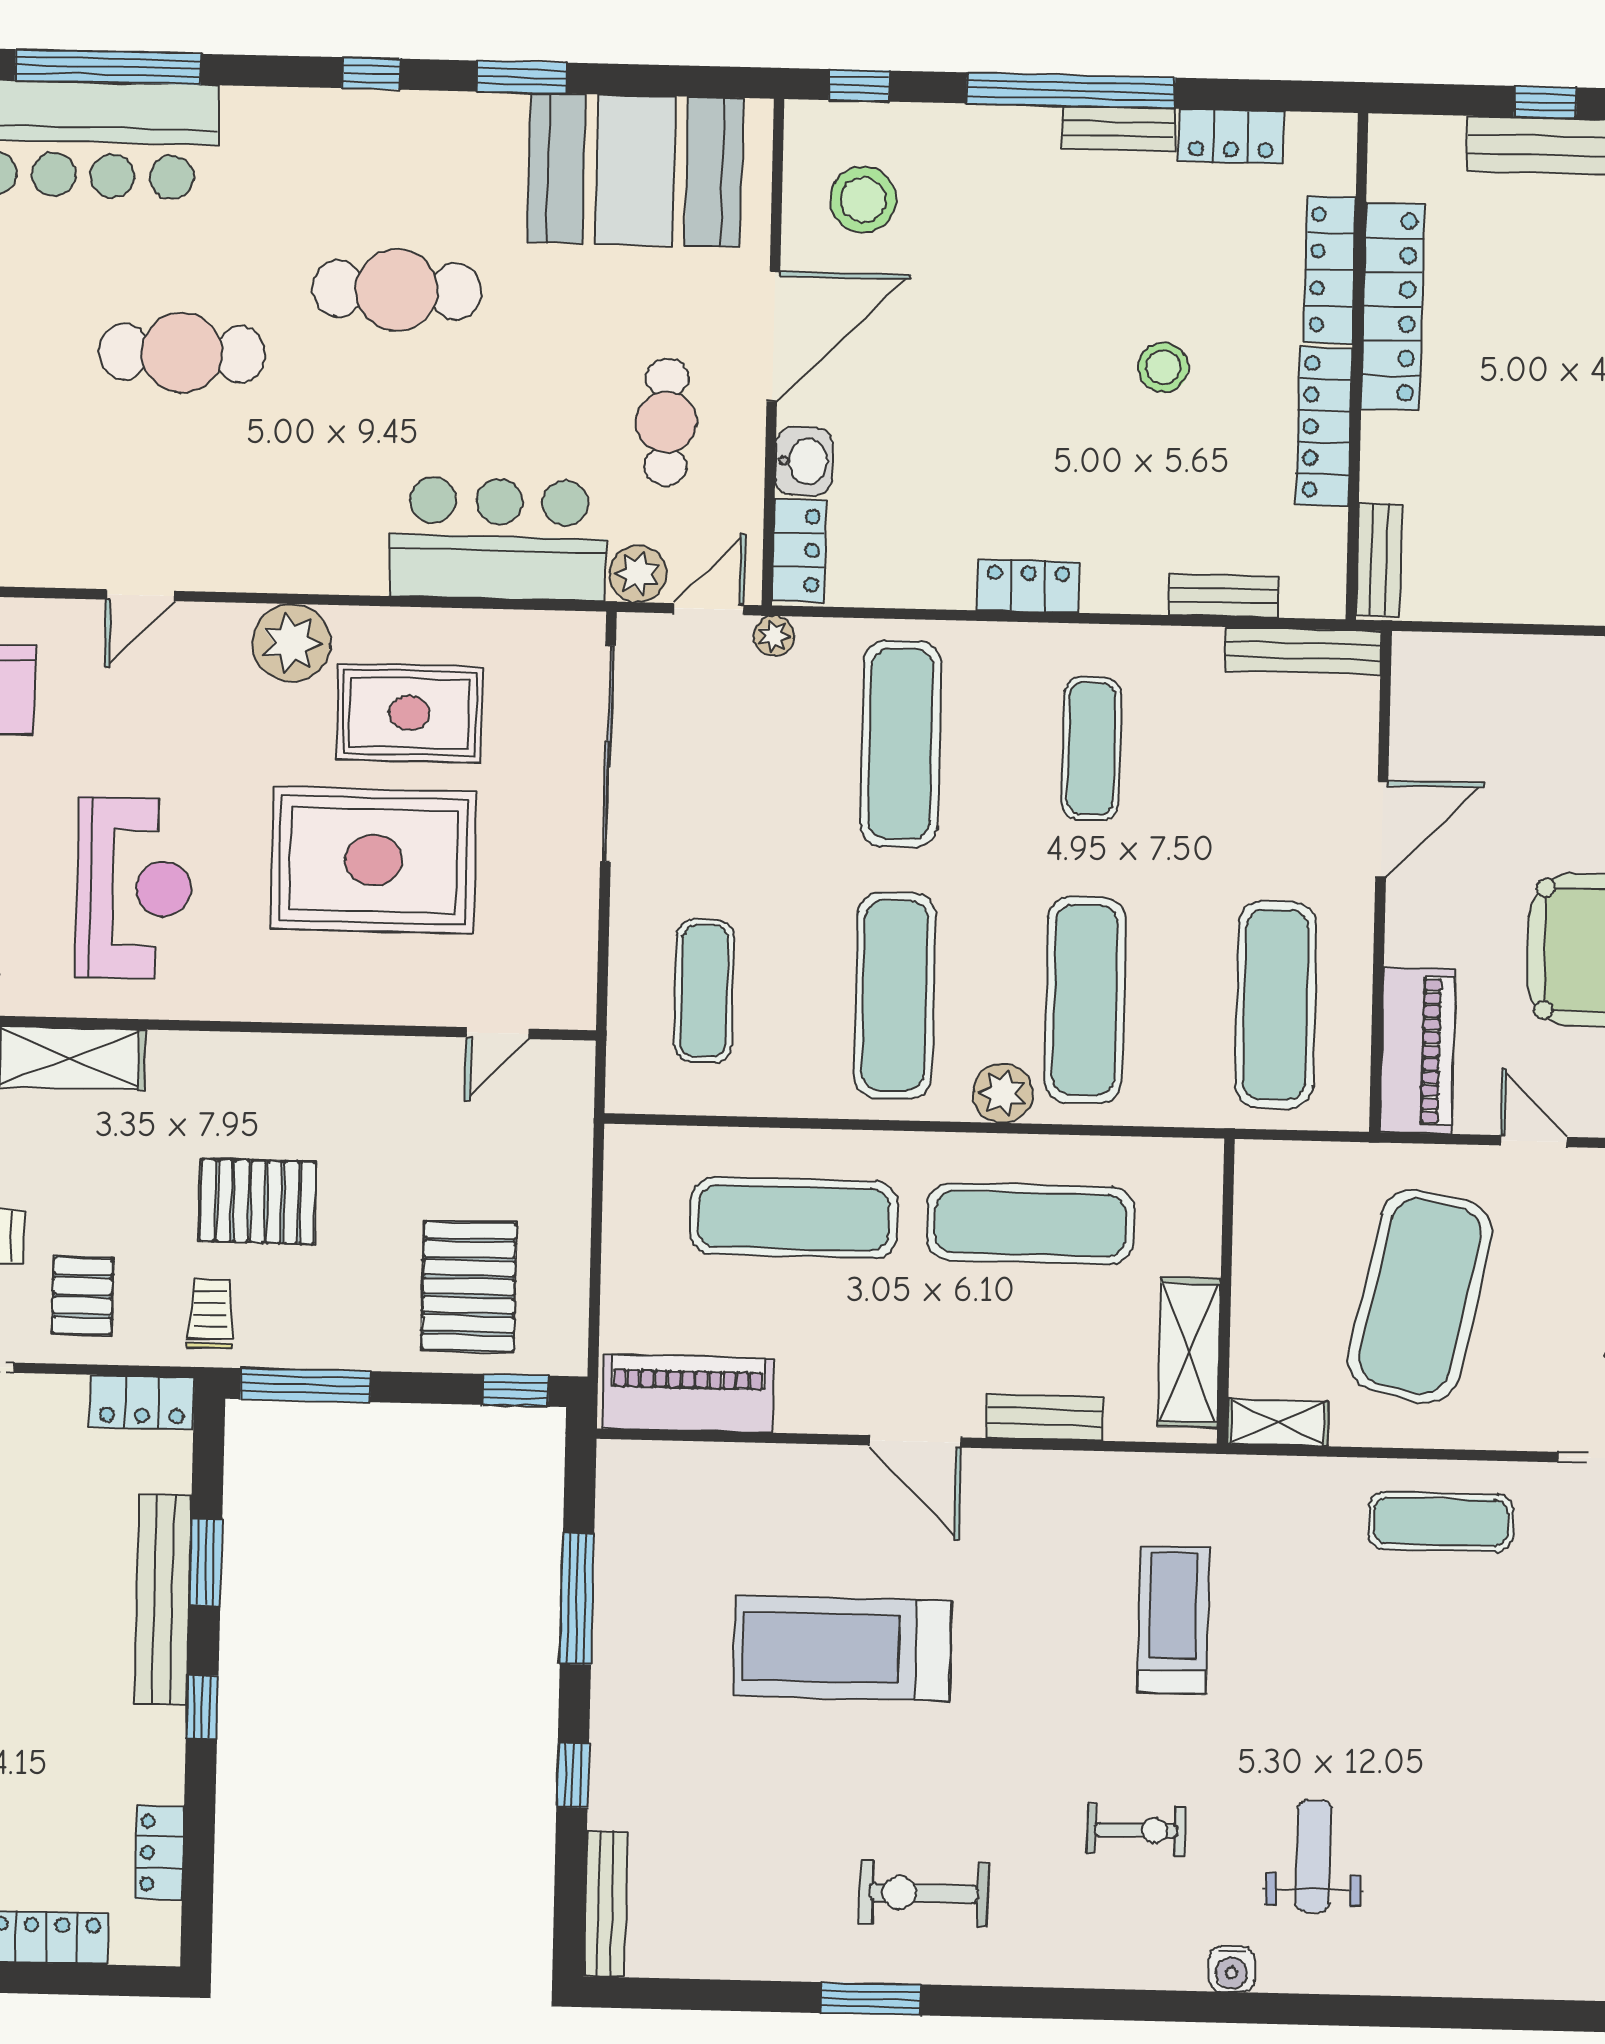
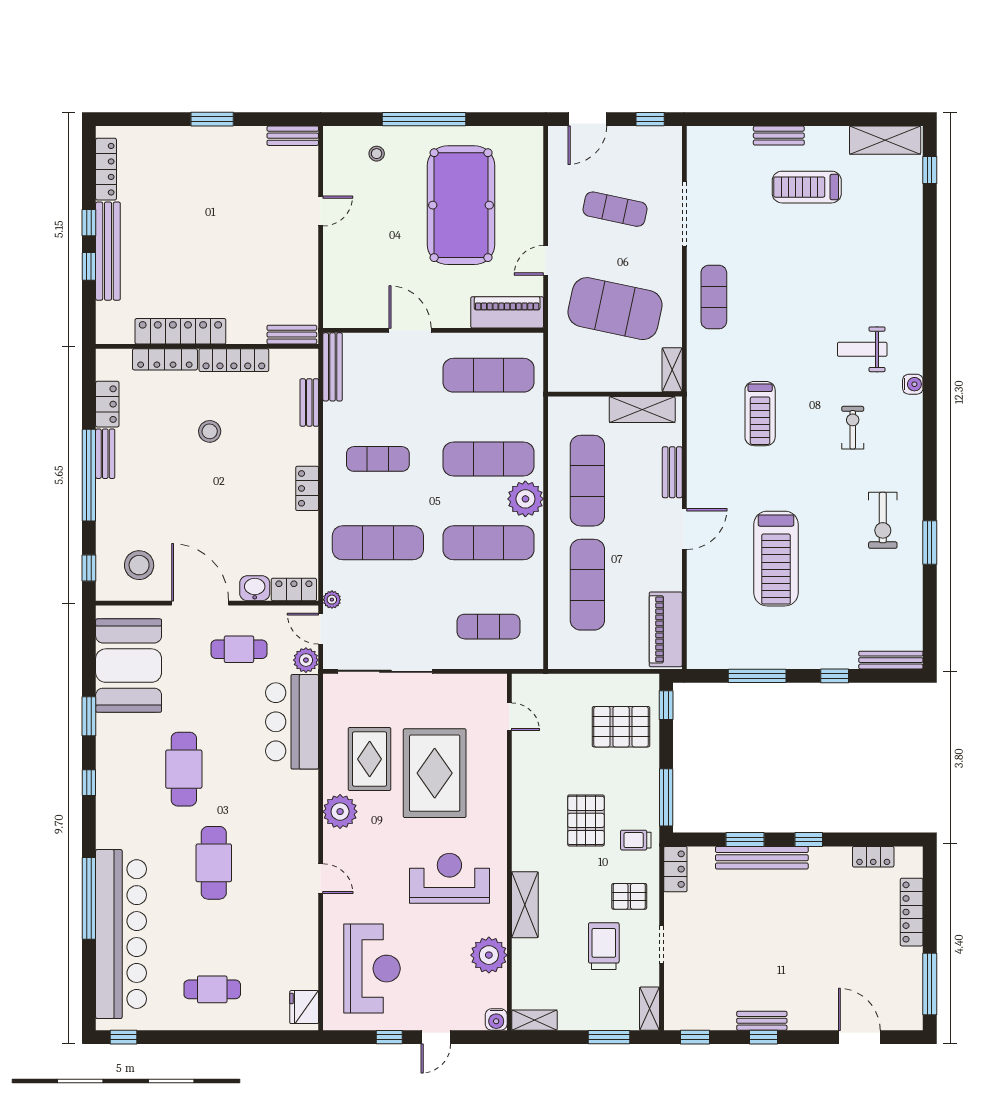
plant: (1003, 1093) -> (525, 499), width x1.36, depth x1.36
treadmill: (1173, 1620) -> (760, 414), turned -90

